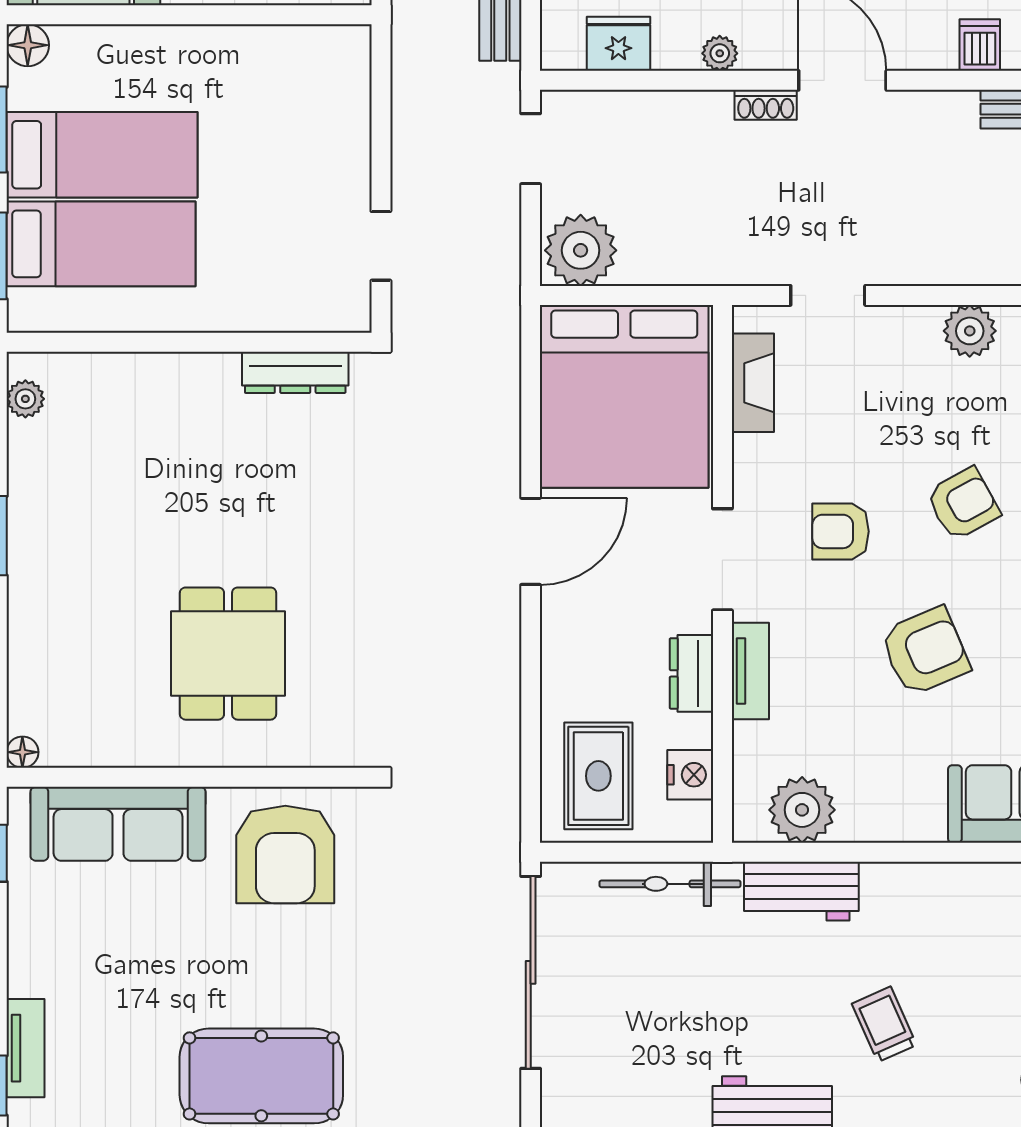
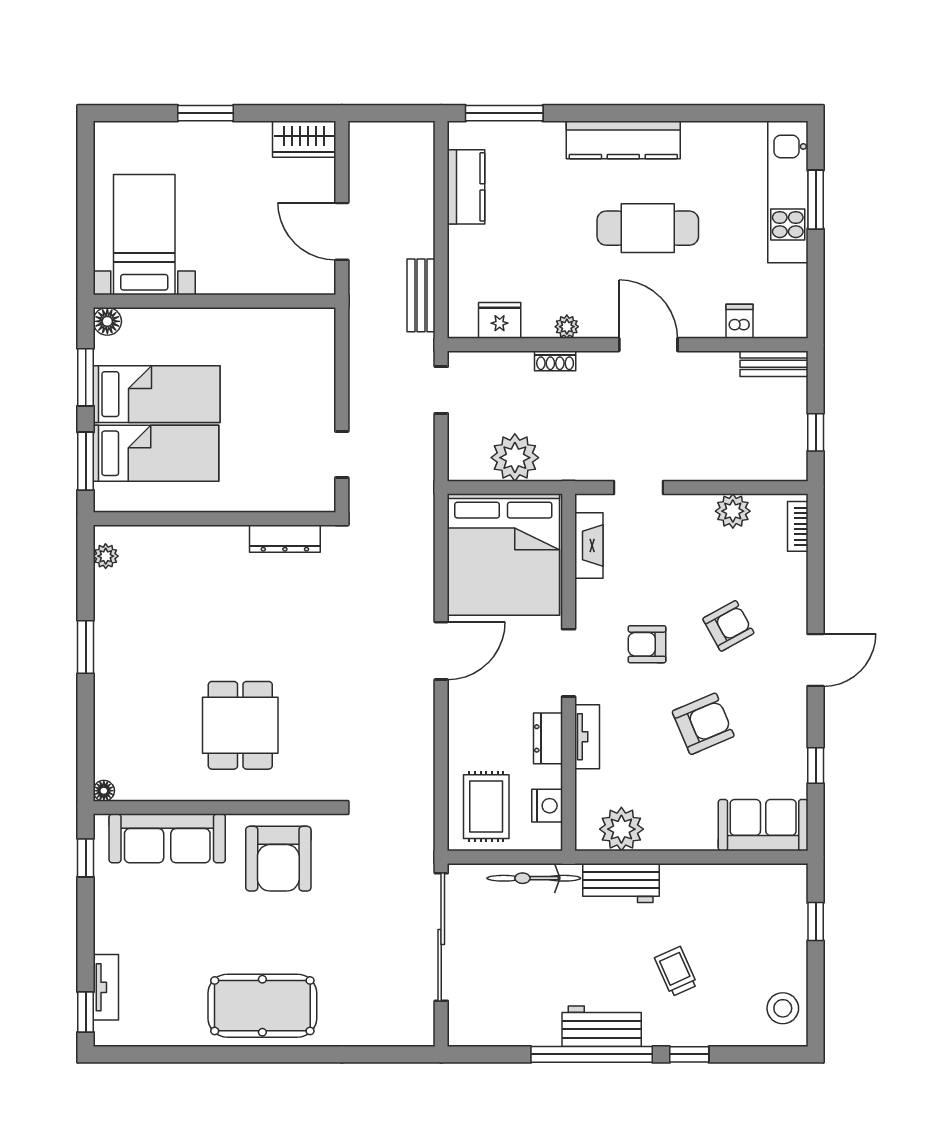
shoe rack: (766, 105) -> (555, 361), moved
plant: (581, 250) -> (515, 458), moved

